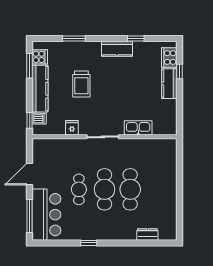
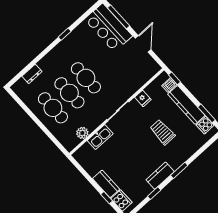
window: (74, 38) -> (179, 170), moved
plant: (150, 145) -> (82, 133), added
cafe table: (79, 189) -> (53, 108), moved, width x1.37, depth x1.35

